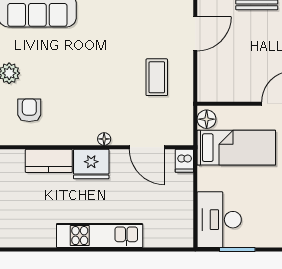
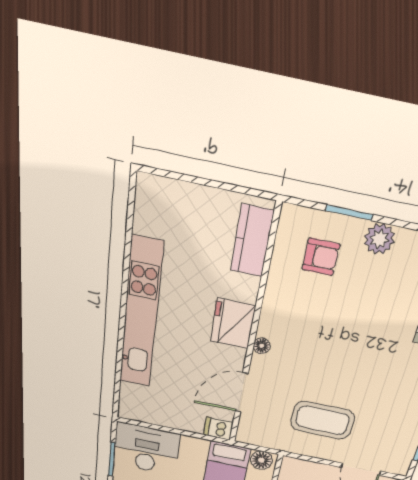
coffee table: (157, 77) -> (322, 420), width x1.36, depth x1.32
kitchen counter: (49, 161) -> (252, 241), moved
kitchen unit: (100, 236) -> (141, 315), width x1.36

